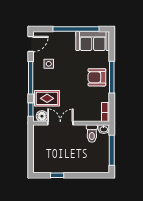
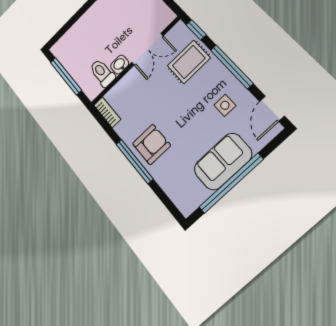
sofa: (93, 41) -> (223, 162), moved
floor lamp: (42, 116) -> (176, 36), removed
washbasin: (104, 129) -> (120, 65), moved

